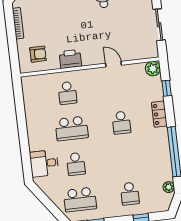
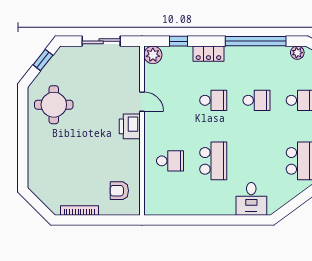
armchair: (38, 54) -> (119, 191), turned -90
printer: (70, 59) -> (130, 126), moved
door: (113, 64) -> (142, 102), swing flipped
school desk: (76, 164) -> (256, 100), moved

